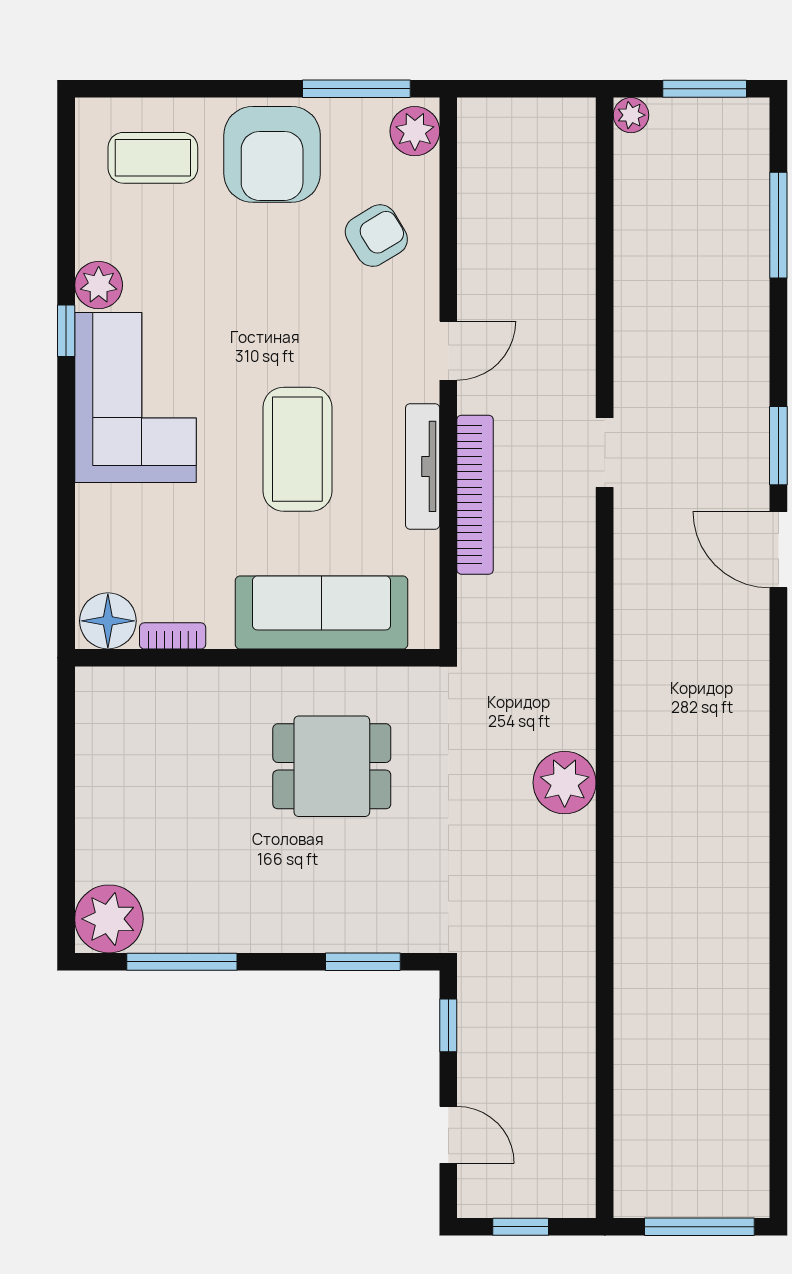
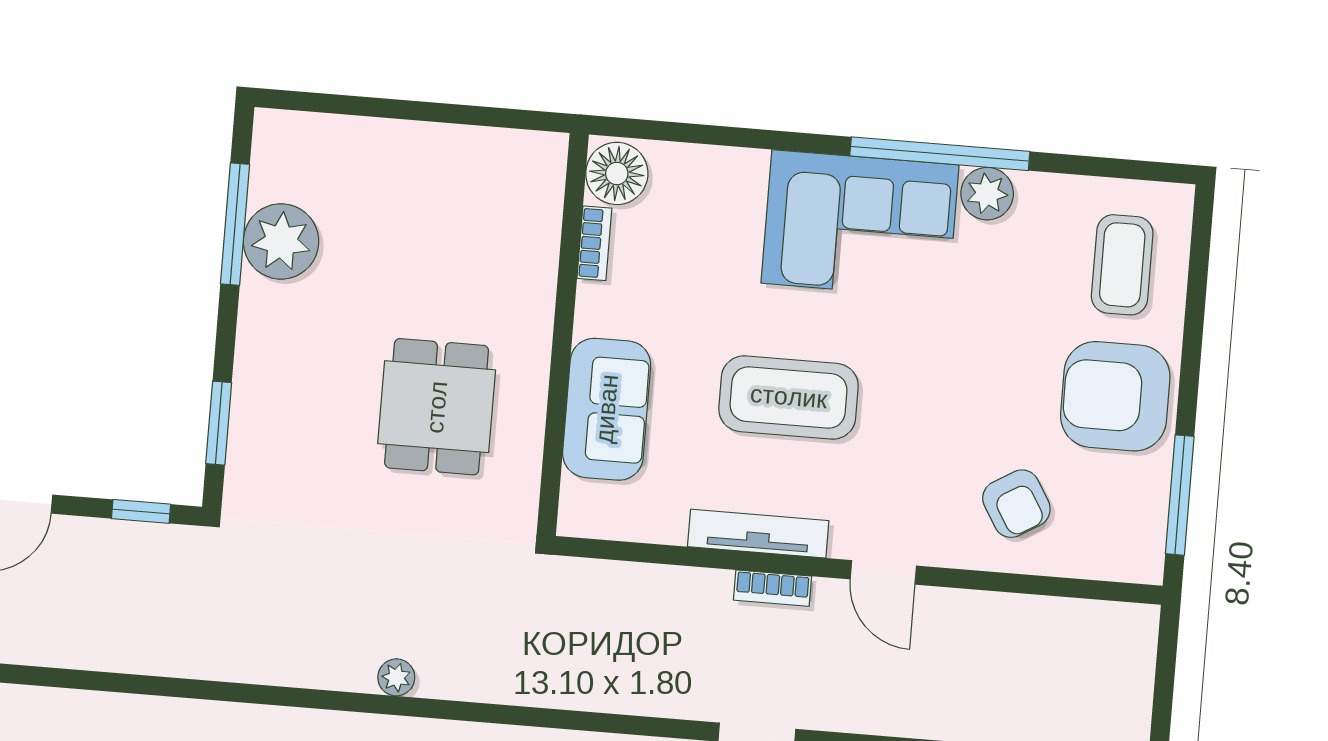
plant: (415, 131) -> (1128, 555), removed
window: (66, 331) -> (940, 154), width x3.17
bookcase: (475, 495) -> (773, 588), width x0.43, depth x0.76
sofa: (321, 612) -> (607, 409), width x0.73
plant: (565, 783) -> (396, 677), width x0.53, depth x0.53
plant: (109, 919) -> (281, 241), moved

